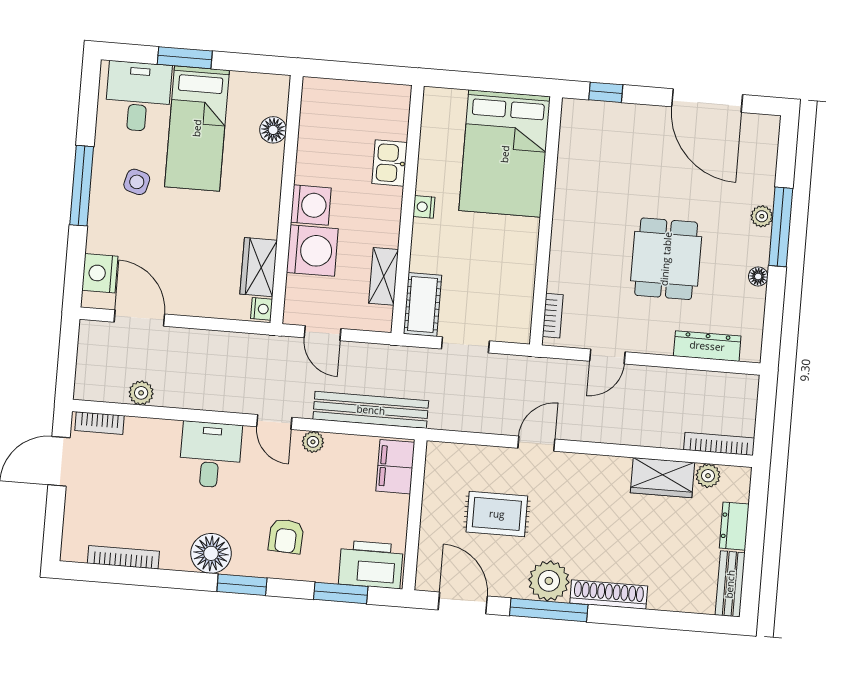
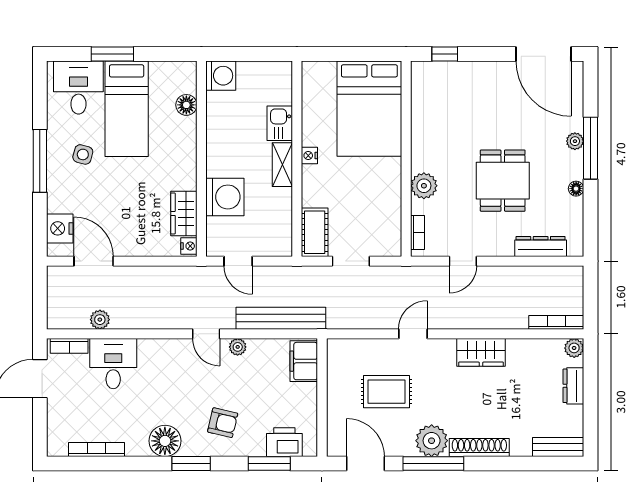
door: (707, 101) -> (543, 54), moved
washing machine: (311, 205) -> (221, 76), moved
plant: (566, 257) -> (424, 186), added
shelving: (384, 276) -> (282, 165), moved
desk: (211, 455) -> (113, 364), moved
plant: (708, 476) -> (574, 348), moved
wardrobe: (662, 478) -> (481, 352), moved
armchair: (286, 536) -> (223, 423), turned -80
printer: (371, 564) -> (284, 442), width x0.73, depth x0.84
bench: (730, 584) -> (558, 447), moved, turned 90

